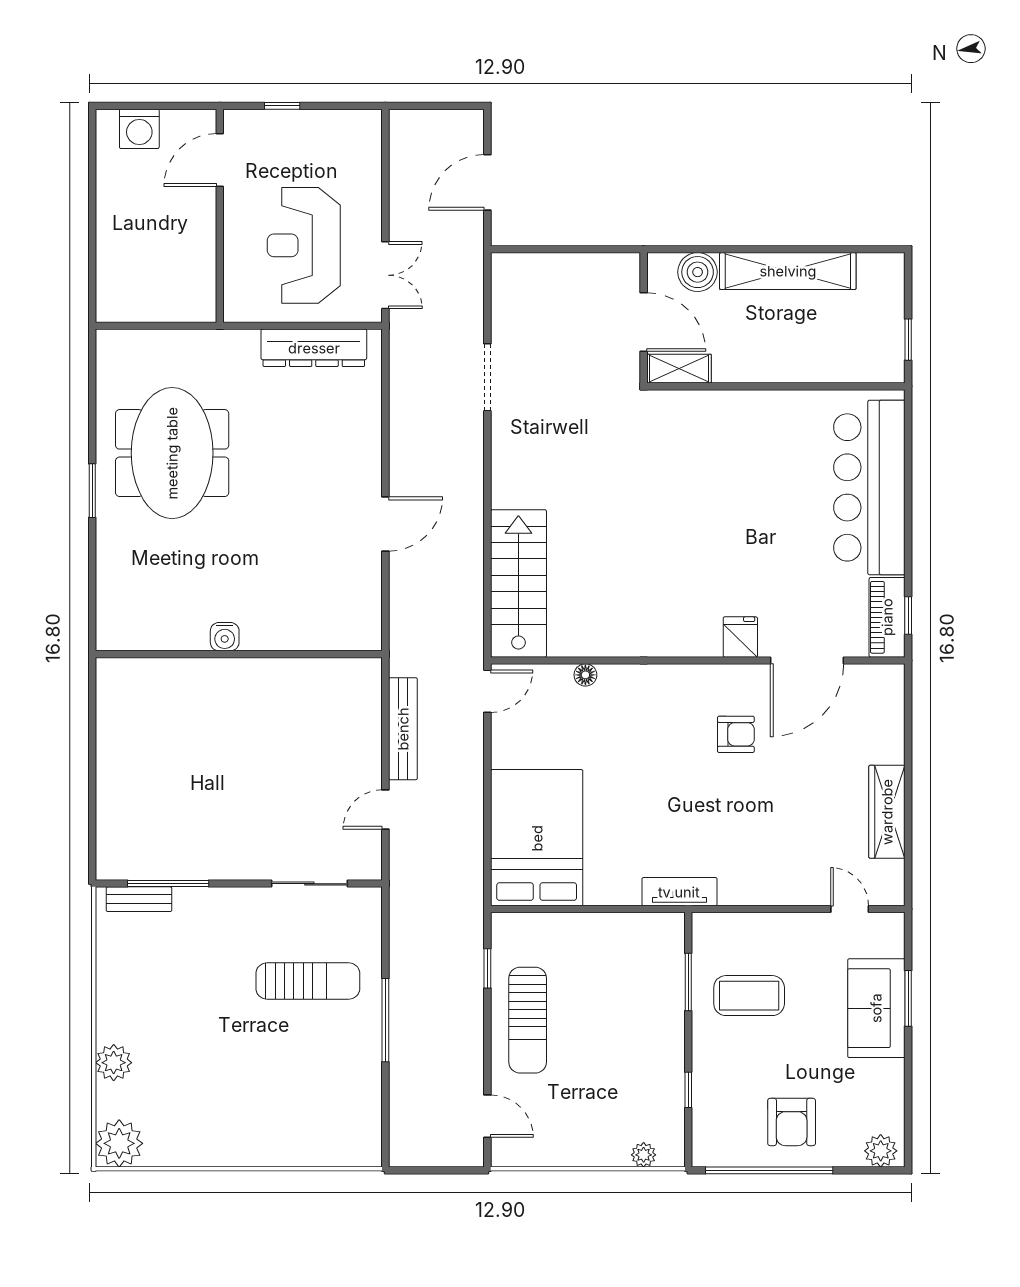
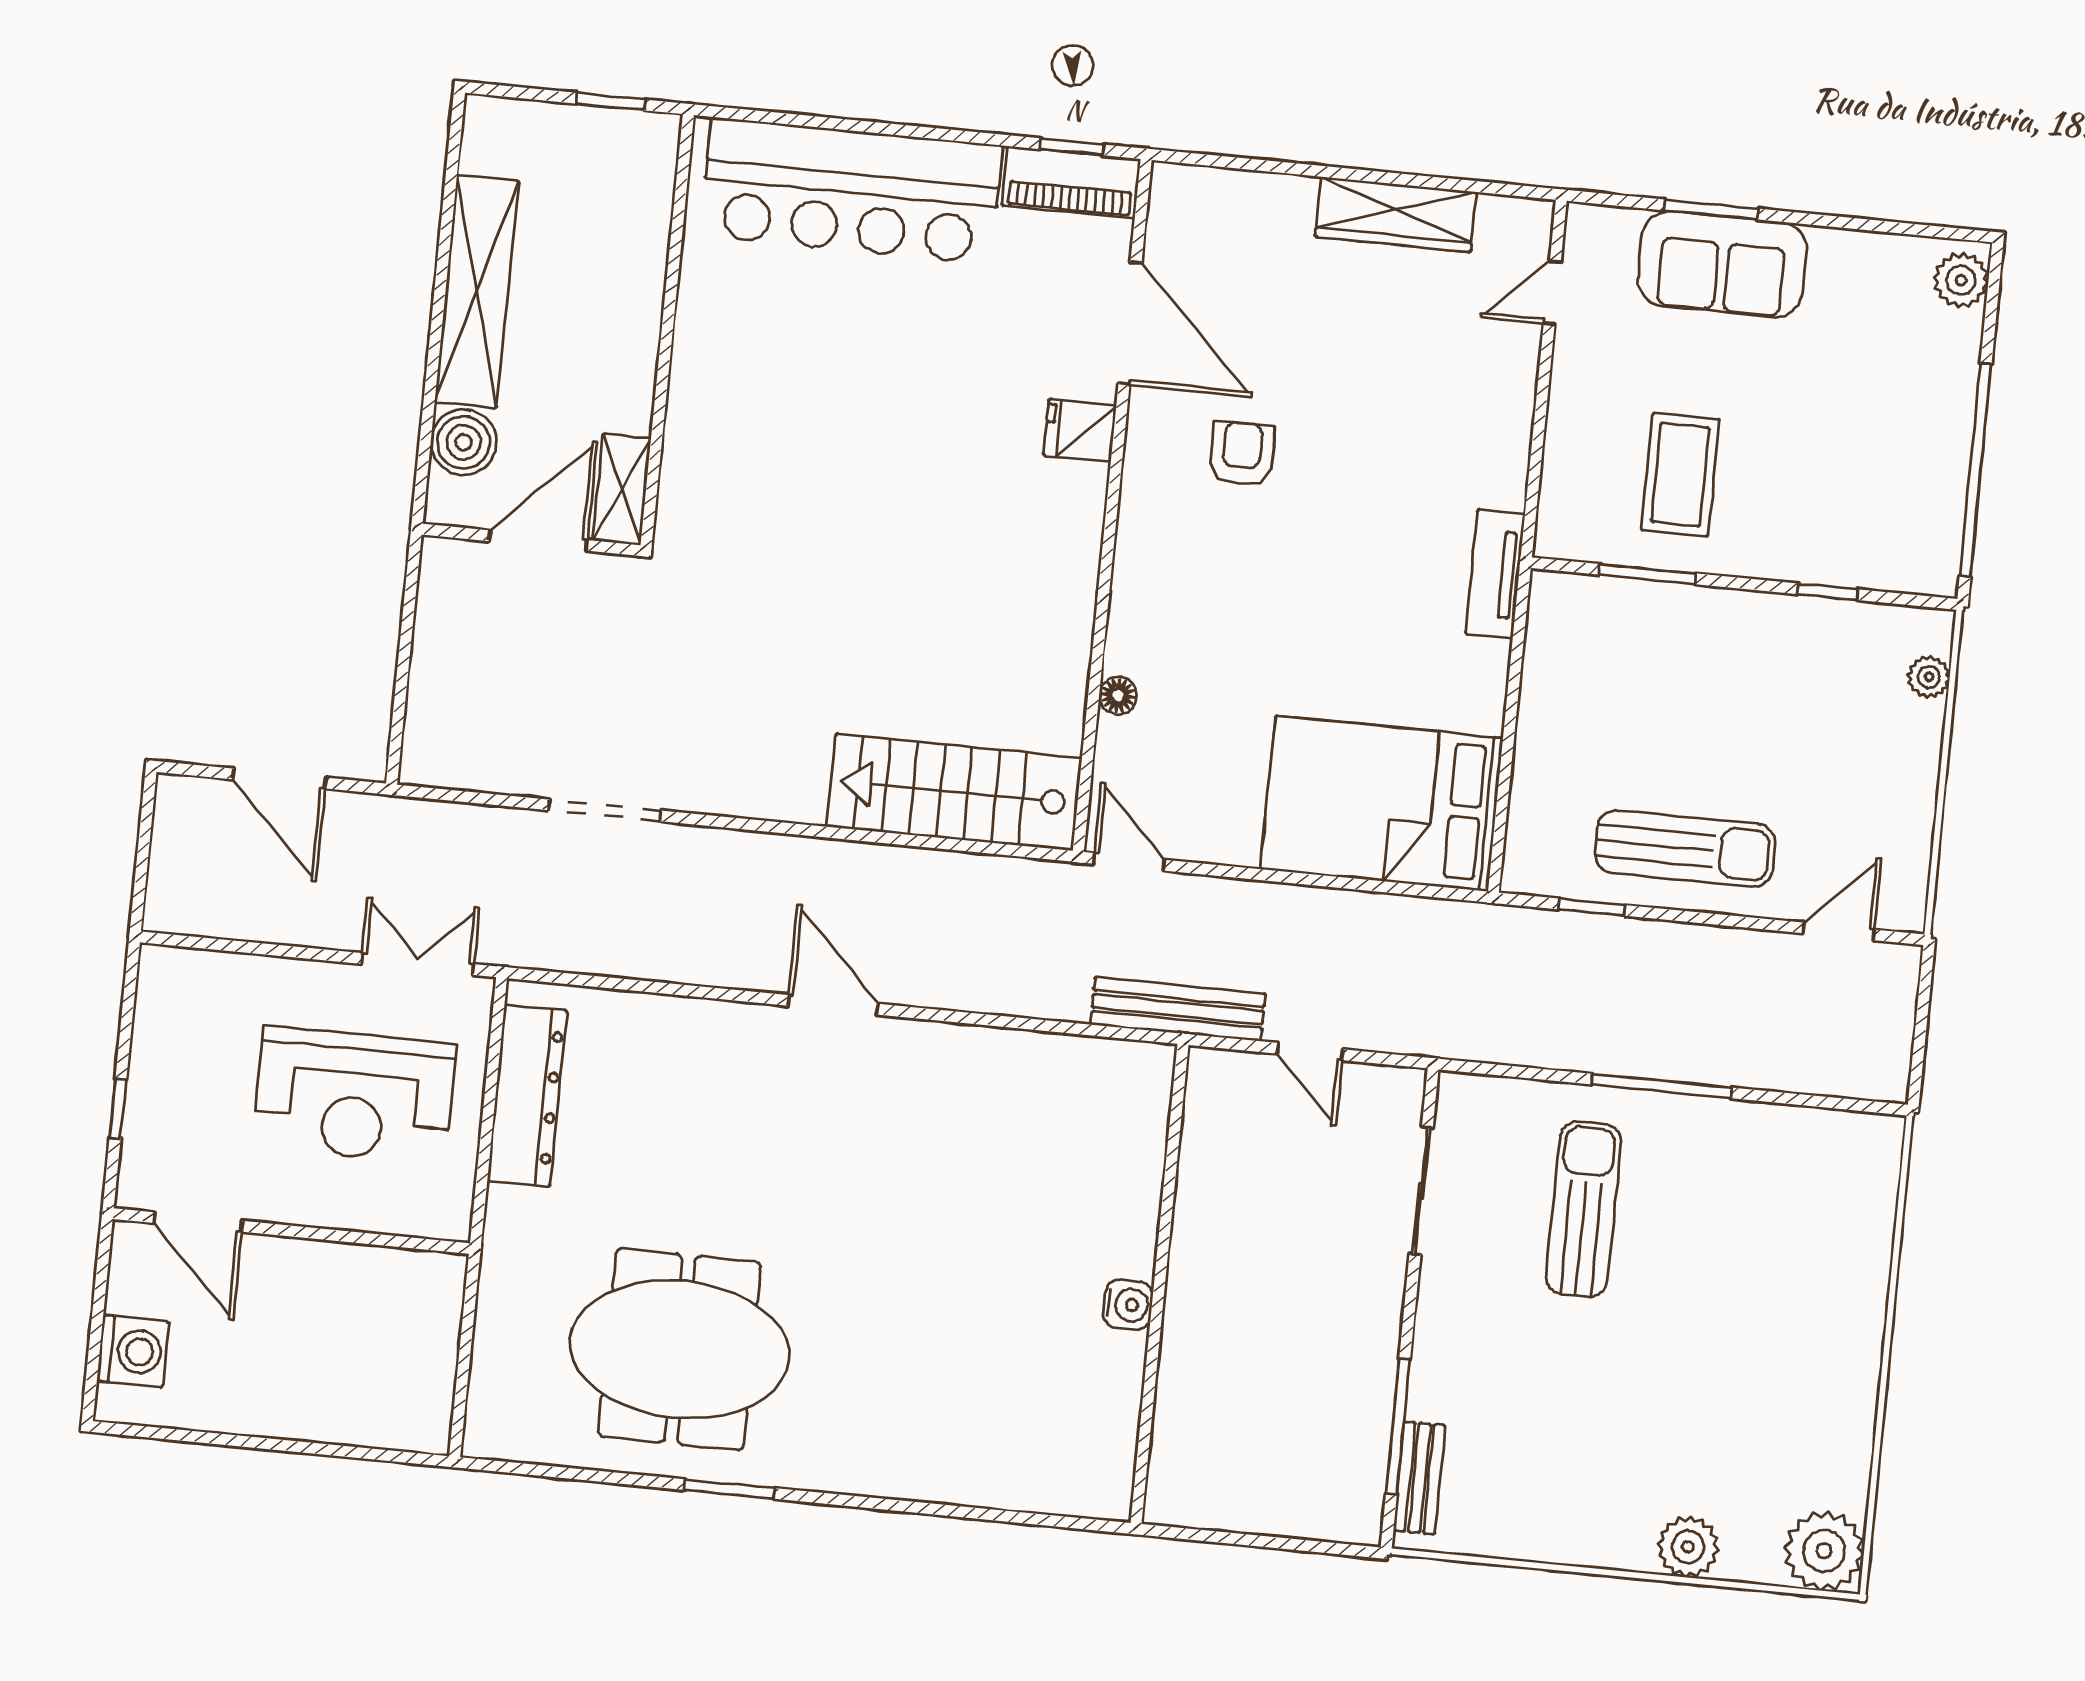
water cooler: (225, 637) -> (1128, 1305), moved
wall: (239, 654) -> (1159, 1284), moved
armchair: (792, 1122) -> (1898, 424), removed

